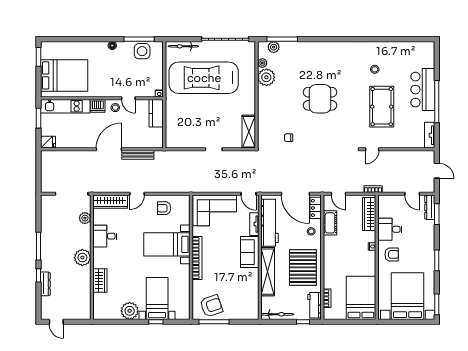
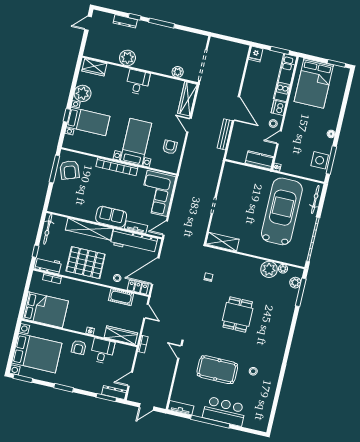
door: (339, 194) -> (146, 311), swing flipped
desk: (105, 236) -> (138, 82), moved
plant: (82, 258) -> (127, 58), moved
wardrobe: (100, 280) -> (94, 67), moved

